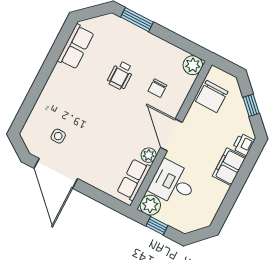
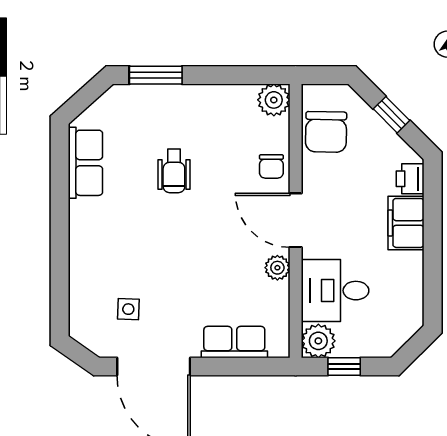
chair: (157, 88) -> (271, 166), moved
row of seats: (134, 179) -> (234, 342), moved, turned 90

